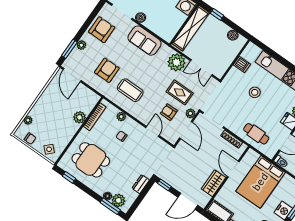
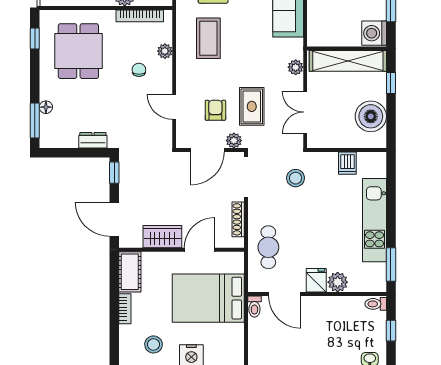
boiler: (233, 35) -> (371, 116), width x1.86, depth x1.86
plant: (176, 62) -> (296, 67), width x0.53, depth x0.53
stool: (255, 92) -> (296, 178), moved
door: (153, 132) -> (174, 107), swing flipped
plant: (118, 200) -> (50, 126), removed

